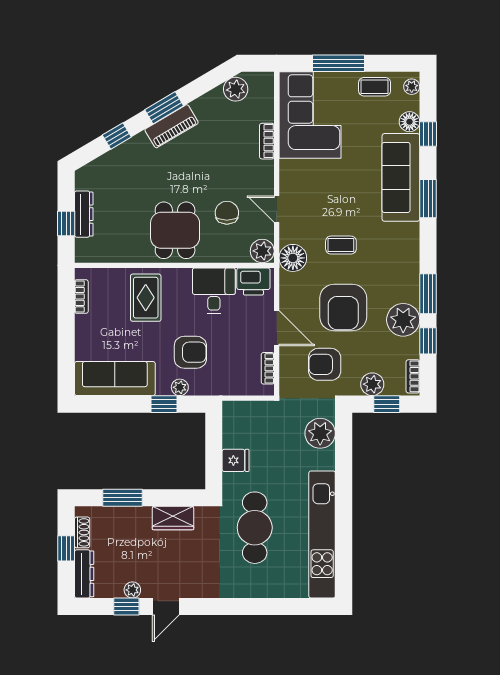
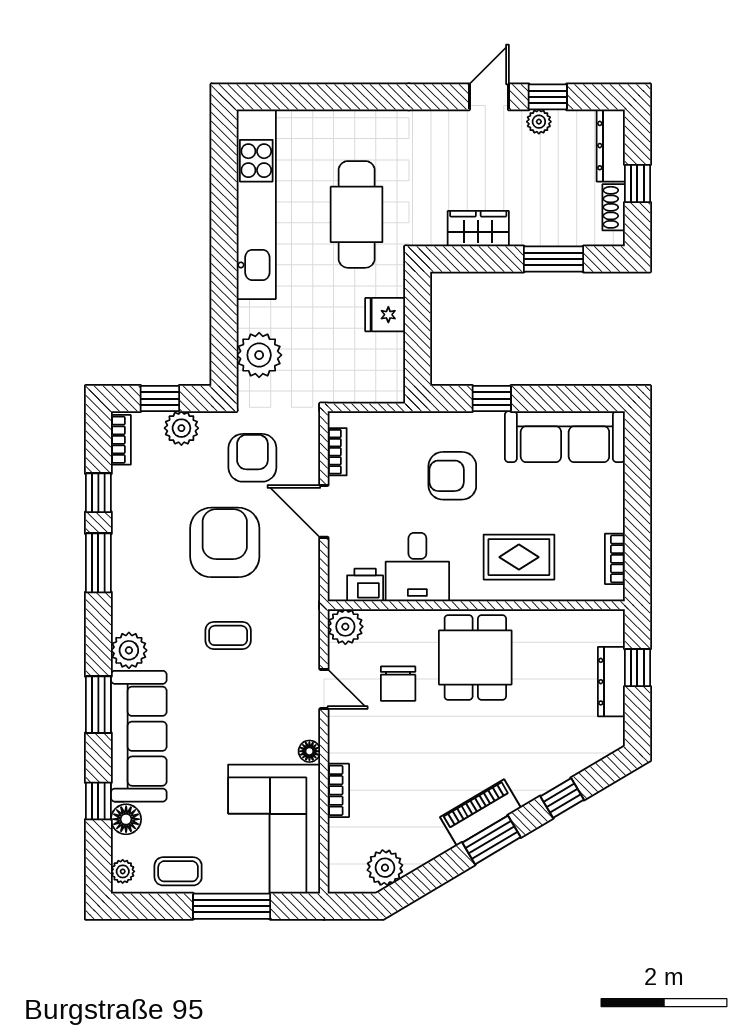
floor lamp: (293, 258) -> (309, 751), moved, width x0.53, depth x0.53
printer: (253, 282) -> (365, 585), width x0.73, depth x0.81
rug: (146, 298) -> (519, 557), turned 90
plant: (403, 320) -> (129, 650), moved, width x0.73, depth x0.73
armchair: (325, 364) -> (252, 458), turned -90
plant: (180, 387) -> (468, 424), removed

